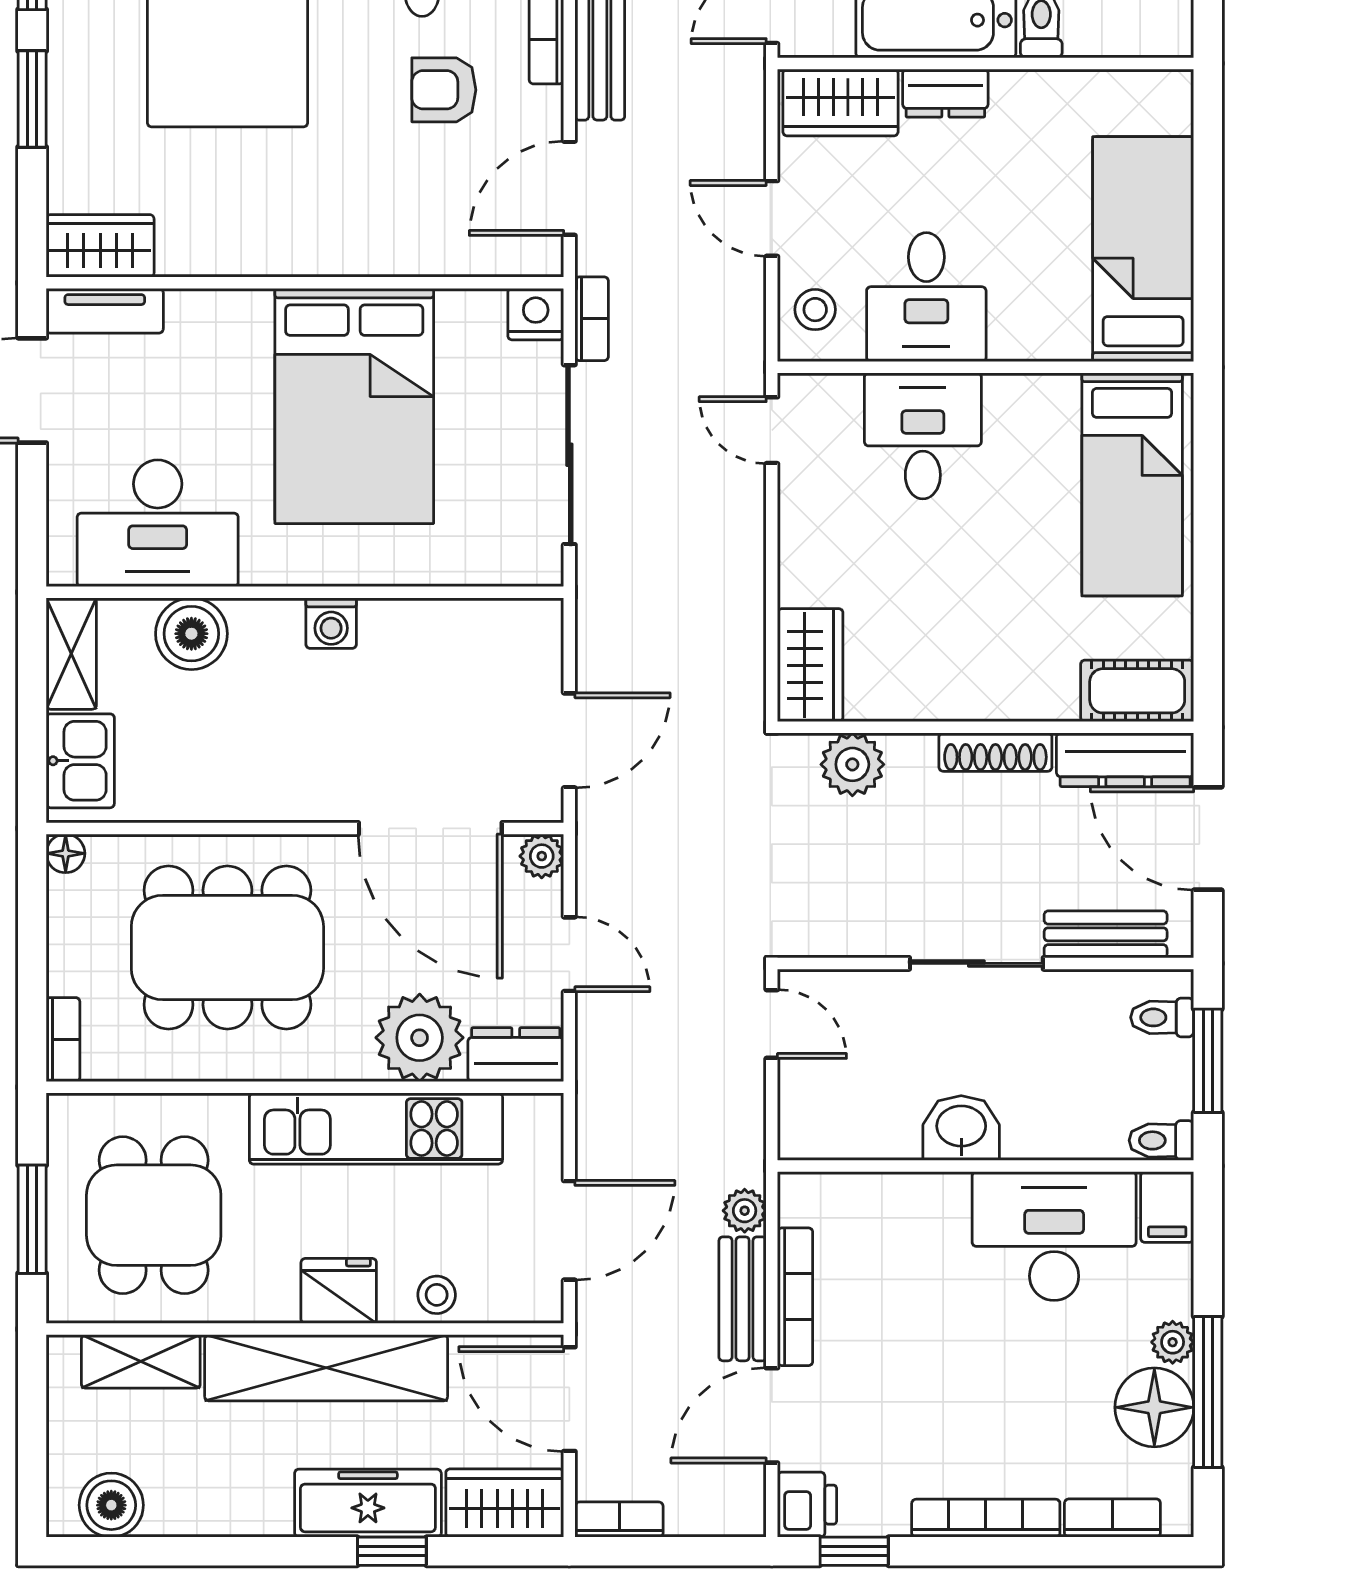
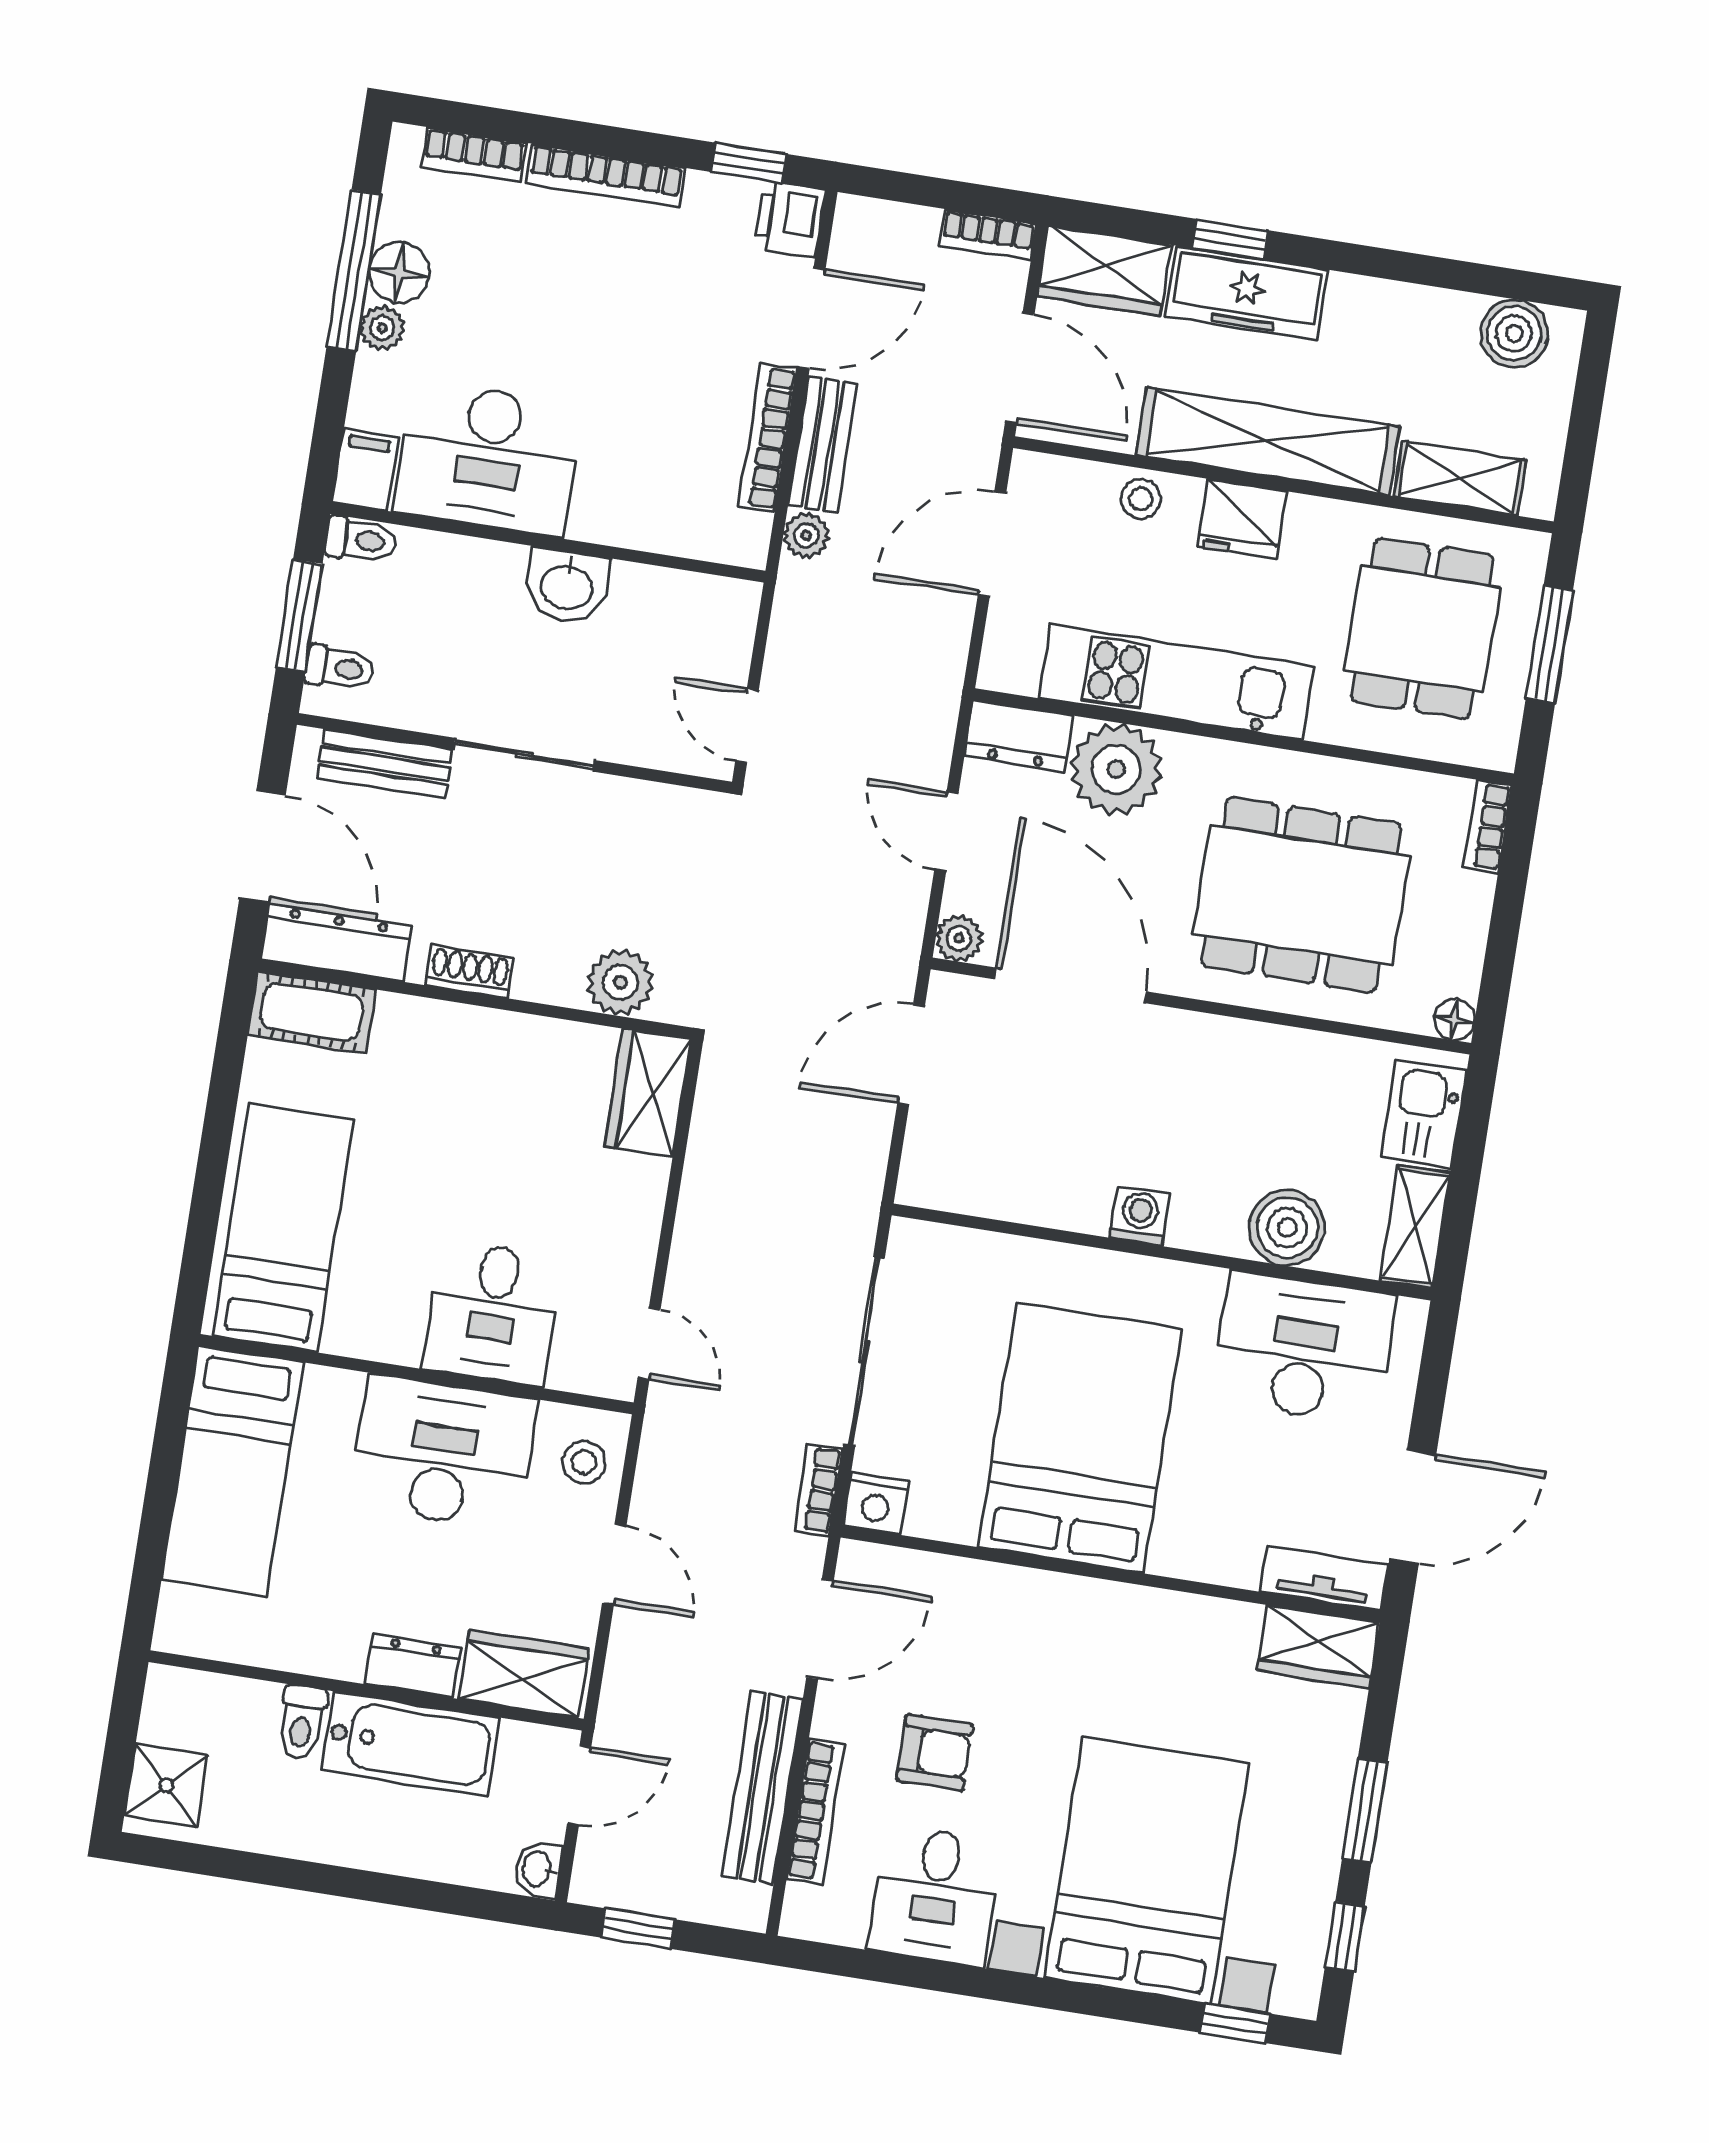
desk: (926, 297) -> (443, 1453), width x1.37
shoe rack: (995, 752) -> (469, 972), width x0.70
floor lamp: (1154, 1407) -> (399, 273), width x0.73, depth x0.73

